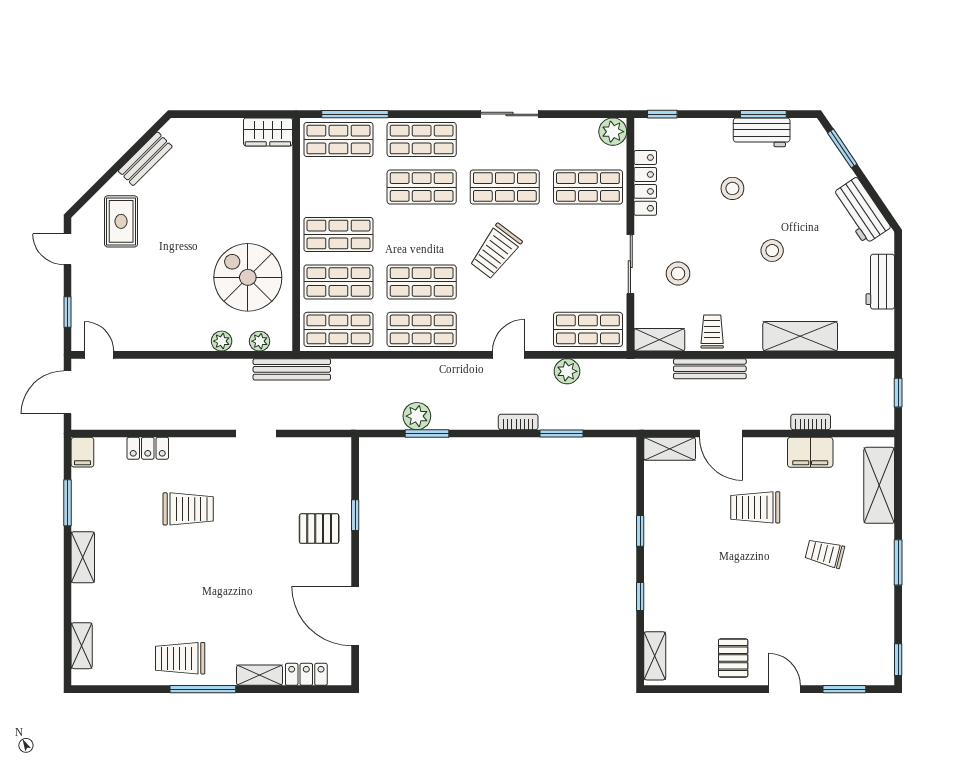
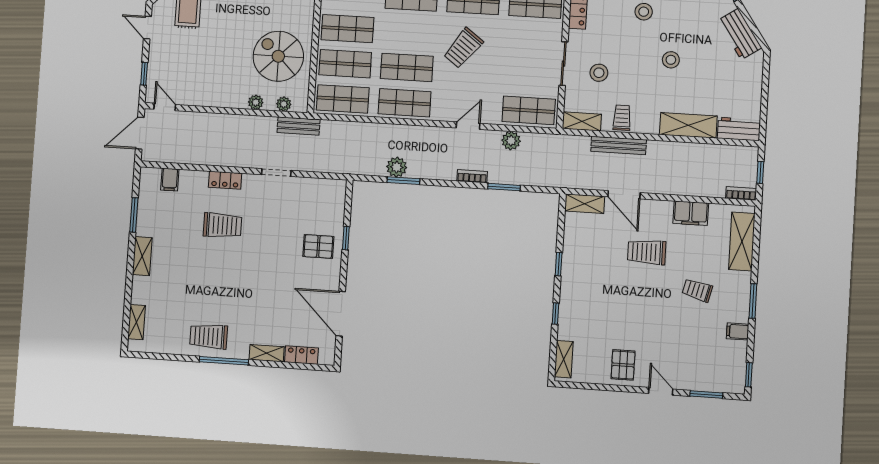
workbench: (880, 282) -> (739, 129), moved, turned 90
bench: (292, 369) -> (299, 126), width x0.73
bookcase: (811, 422) -> (741, 193), moved
locker: (148, 448) -> (225, 180), moved
filing cabinet: (82, 452) -> (170, 180), moved
filing cabinet: (880, 604) -> (738, 331), added

